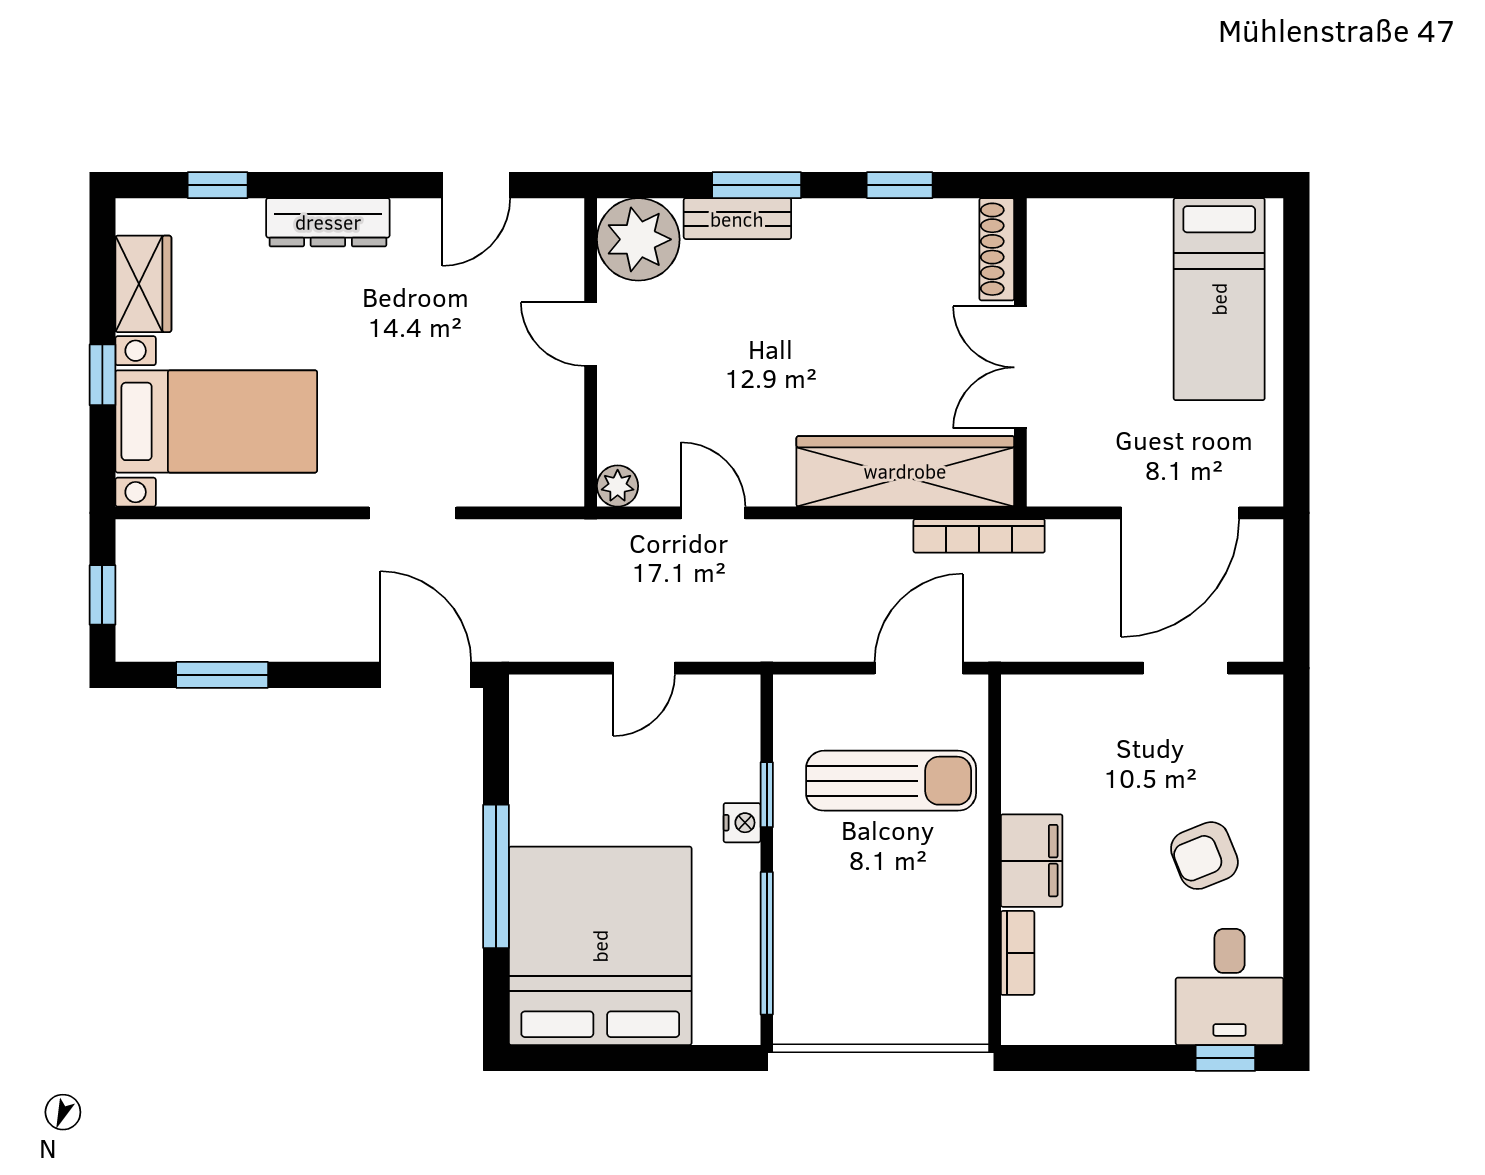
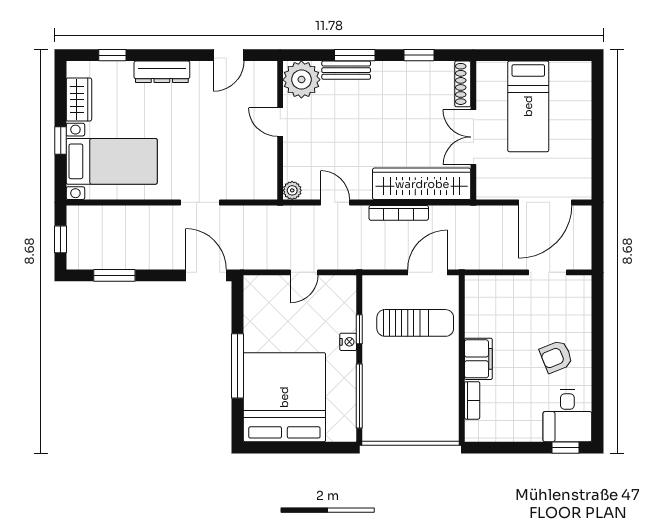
bed: (1219, 299) -> (528, 106), moved
bookcase: (979, 536) -> (399, 213), moved

